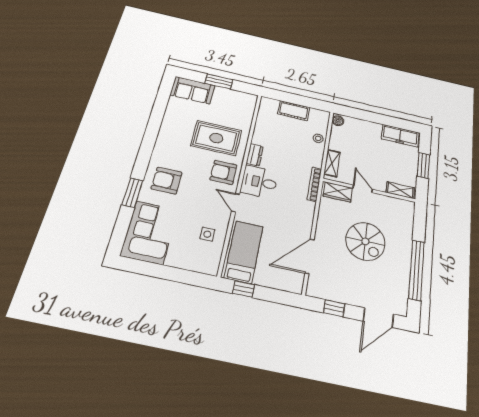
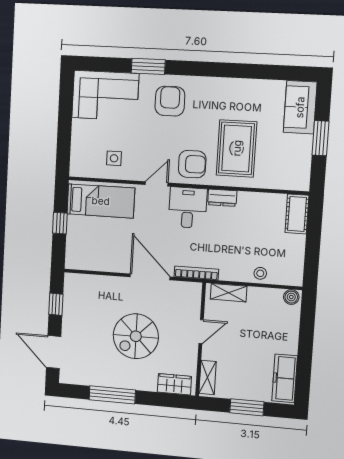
cot: (294, 111) -> (297, 214), moved
armchair: (223, 172) -> (192, 164), turned 90
wardrobe: (338, 192) -> (174, 384), moved, turned 90
door: (309, 256) -> (150, 277), moved
window: (417, 270) -> (112, 395), width x0.68
window: (244, 289) -> (60, 223), moved

